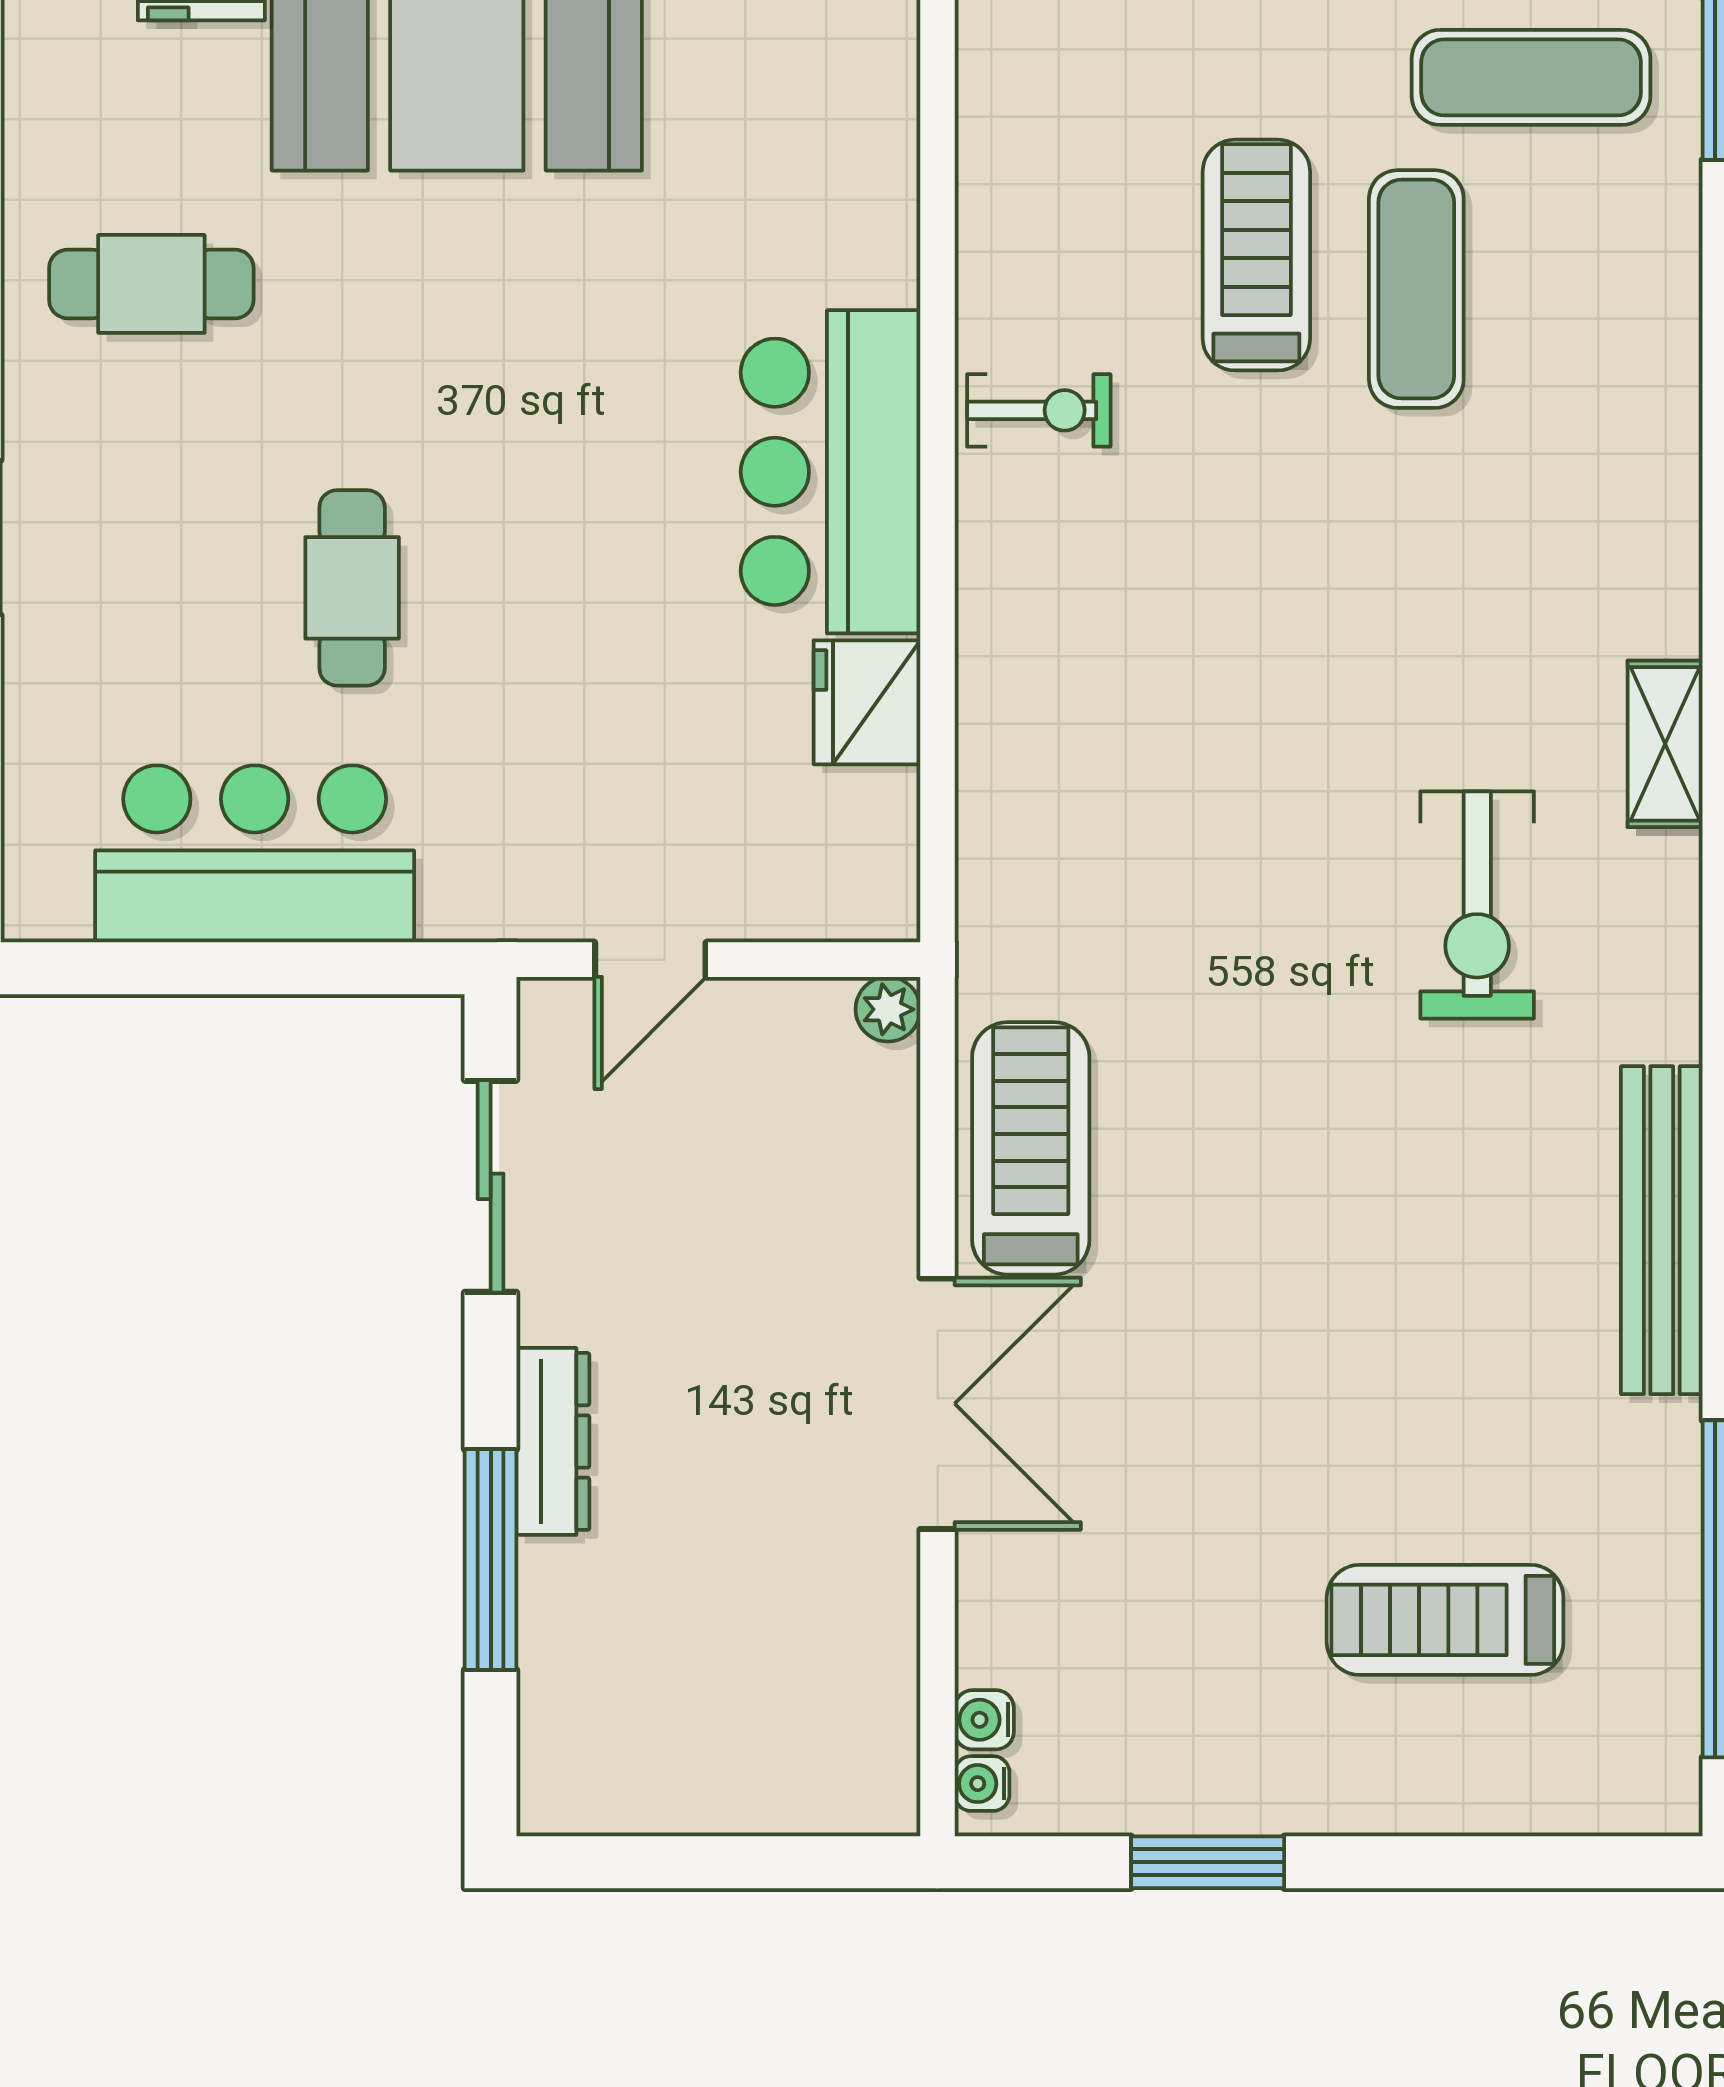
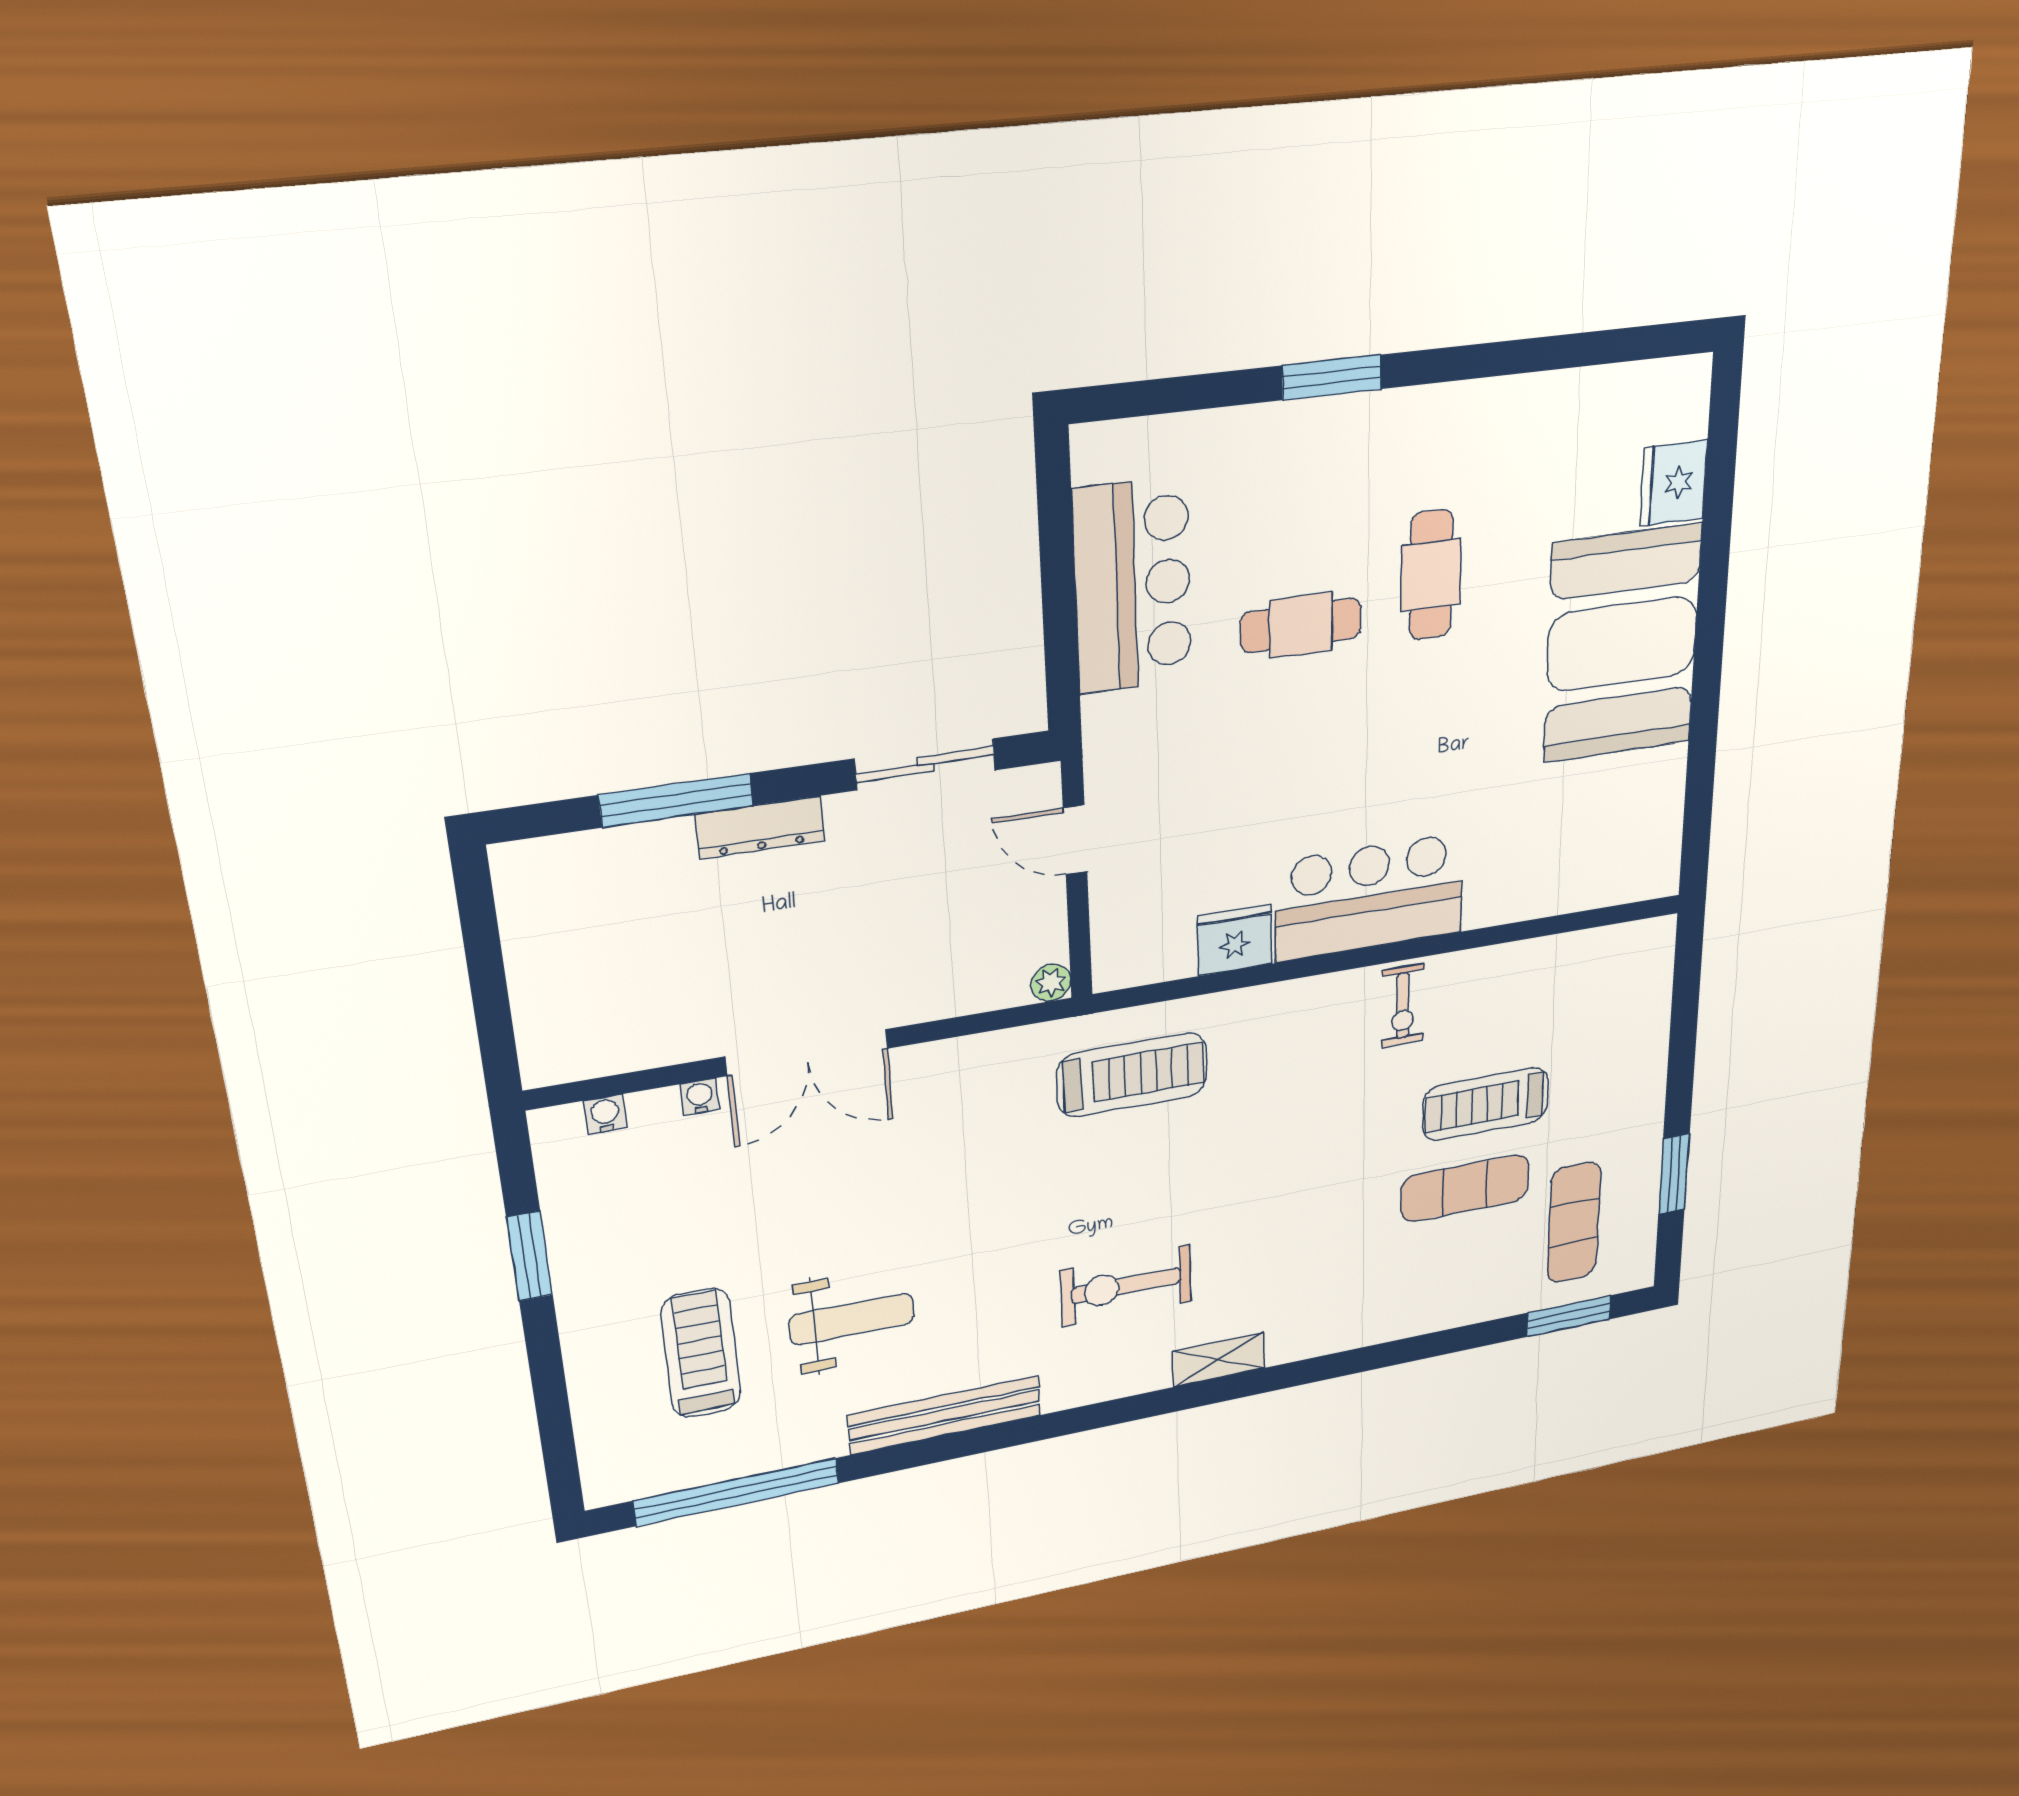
treadmill: (1256, 255) -> (1486, 1104), turned 180
cafe table: (151, 284) -> (1431, 575), moved
treadmill: (1031, 1148) -> (1132, 1075), moved
weight bench: (1437, 1372) -> (852, 1319), added
water cooler: (982, 1784) -> (700, 1097), moved

